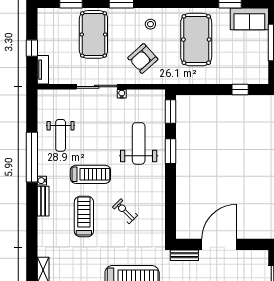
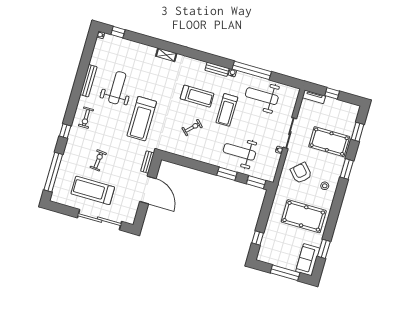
weight bench: (61, 135) -> (262, 96), width x1.36, depth x1.33
weight bench: (139, 143) -> (239, 152), turned 180

